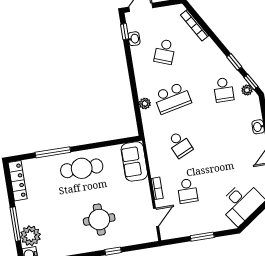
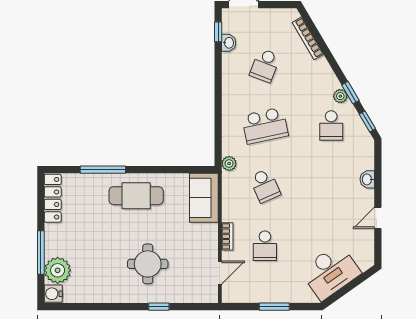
plant: (247, 90) -> (340, 96), moved
plant: (145, 103) -> (229, 163), moved

